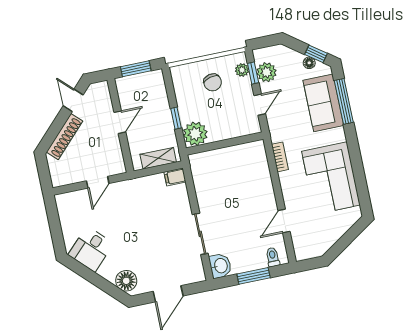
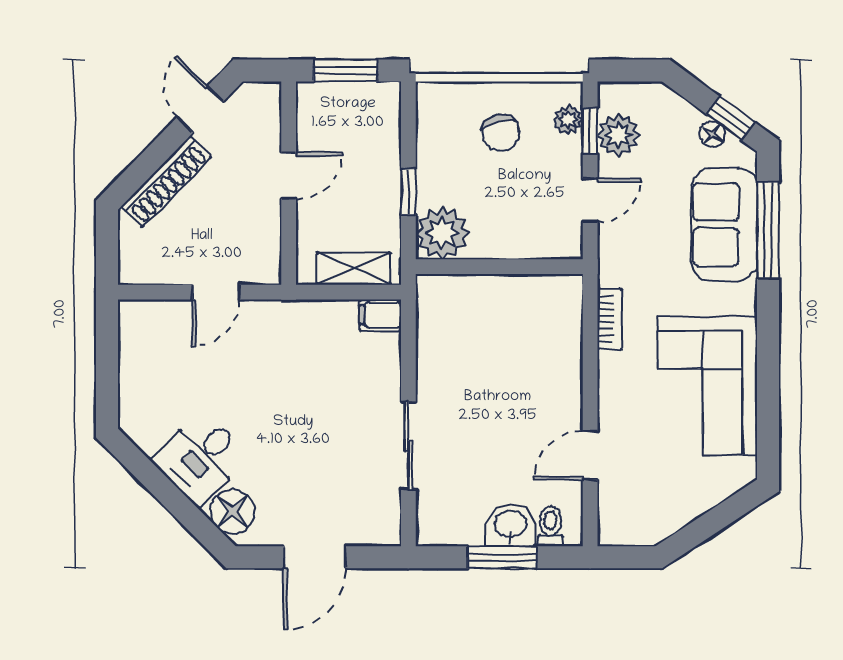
desk: (91, 249) -> (201, 458), moved
washbasin: (220, 266) -> (511, 525), moved, turned -90

